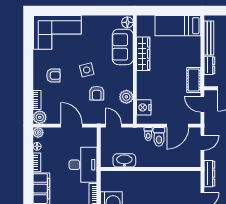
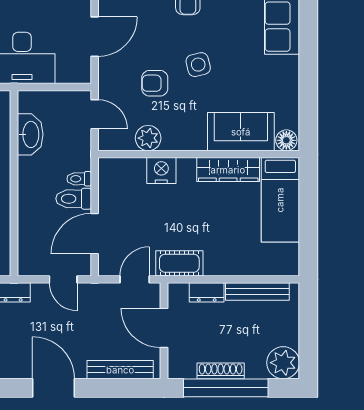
bed: (178, 26) -> (280, 200), moved, turned 180
nightstand: (144, 107) -> (161, 171), moved
door: (113, 126) -> (95, 114), hinge flipped
door: (178, 126) -> (95, 234), hinge flipped

